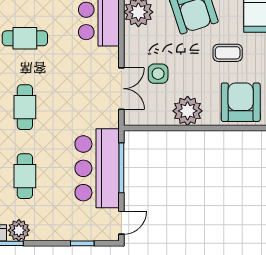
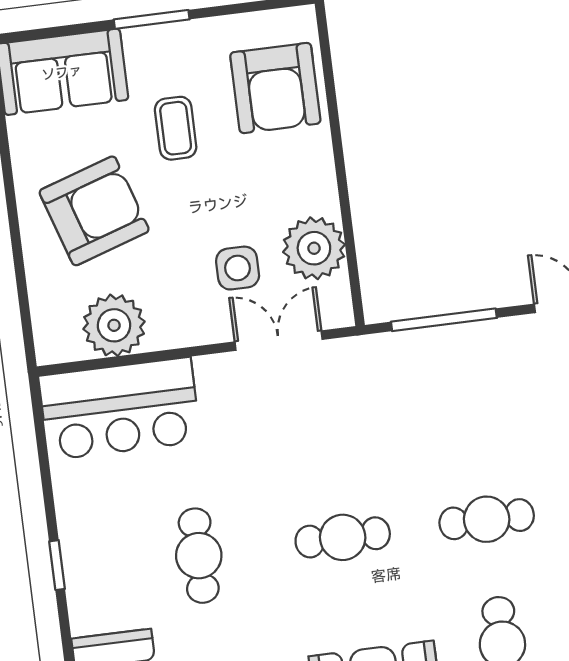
armchair: (241, 102) -> (275, 88), turned -90
plant: (188, 111) -> (314, 248), moved
bar counter: (97, 168) -> (451, 370), removed

